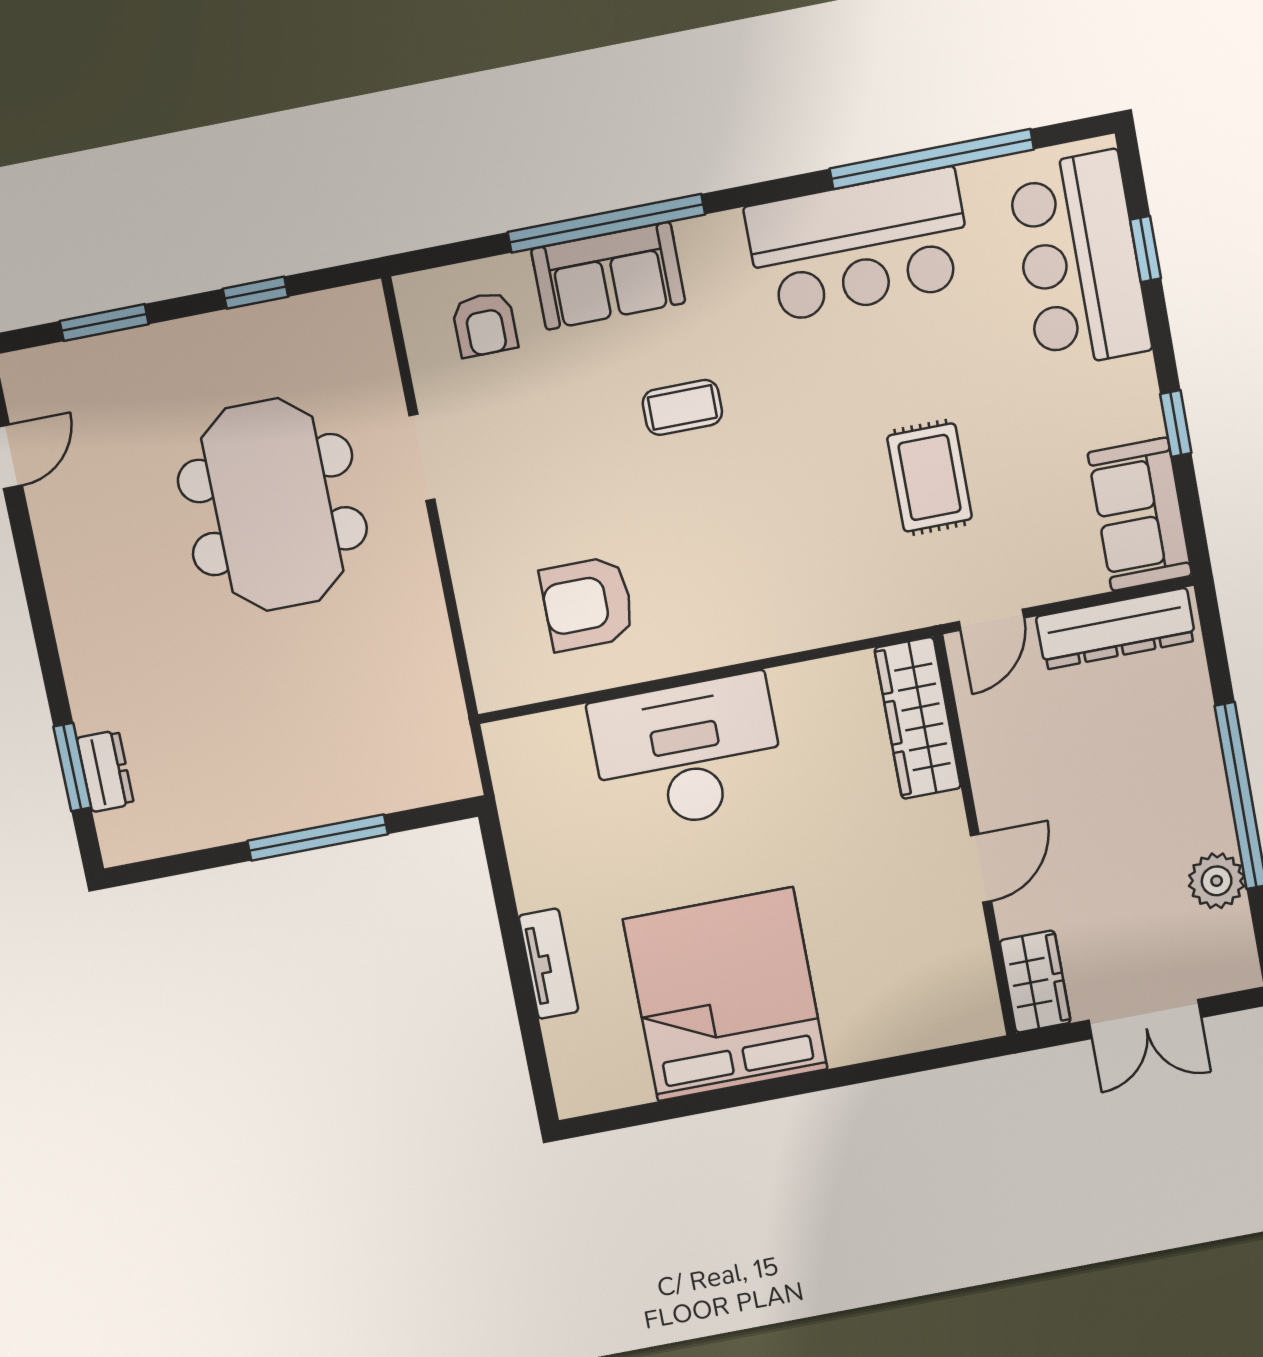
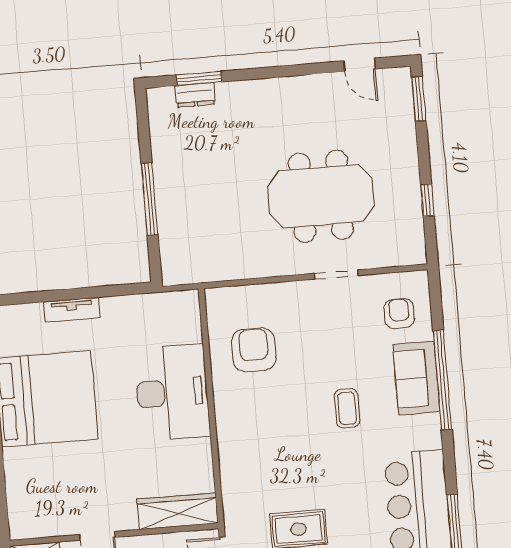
window: (104, 323) -> (419, 99), moved
armchair: (485, 324) -> (399, 314), turned 90

